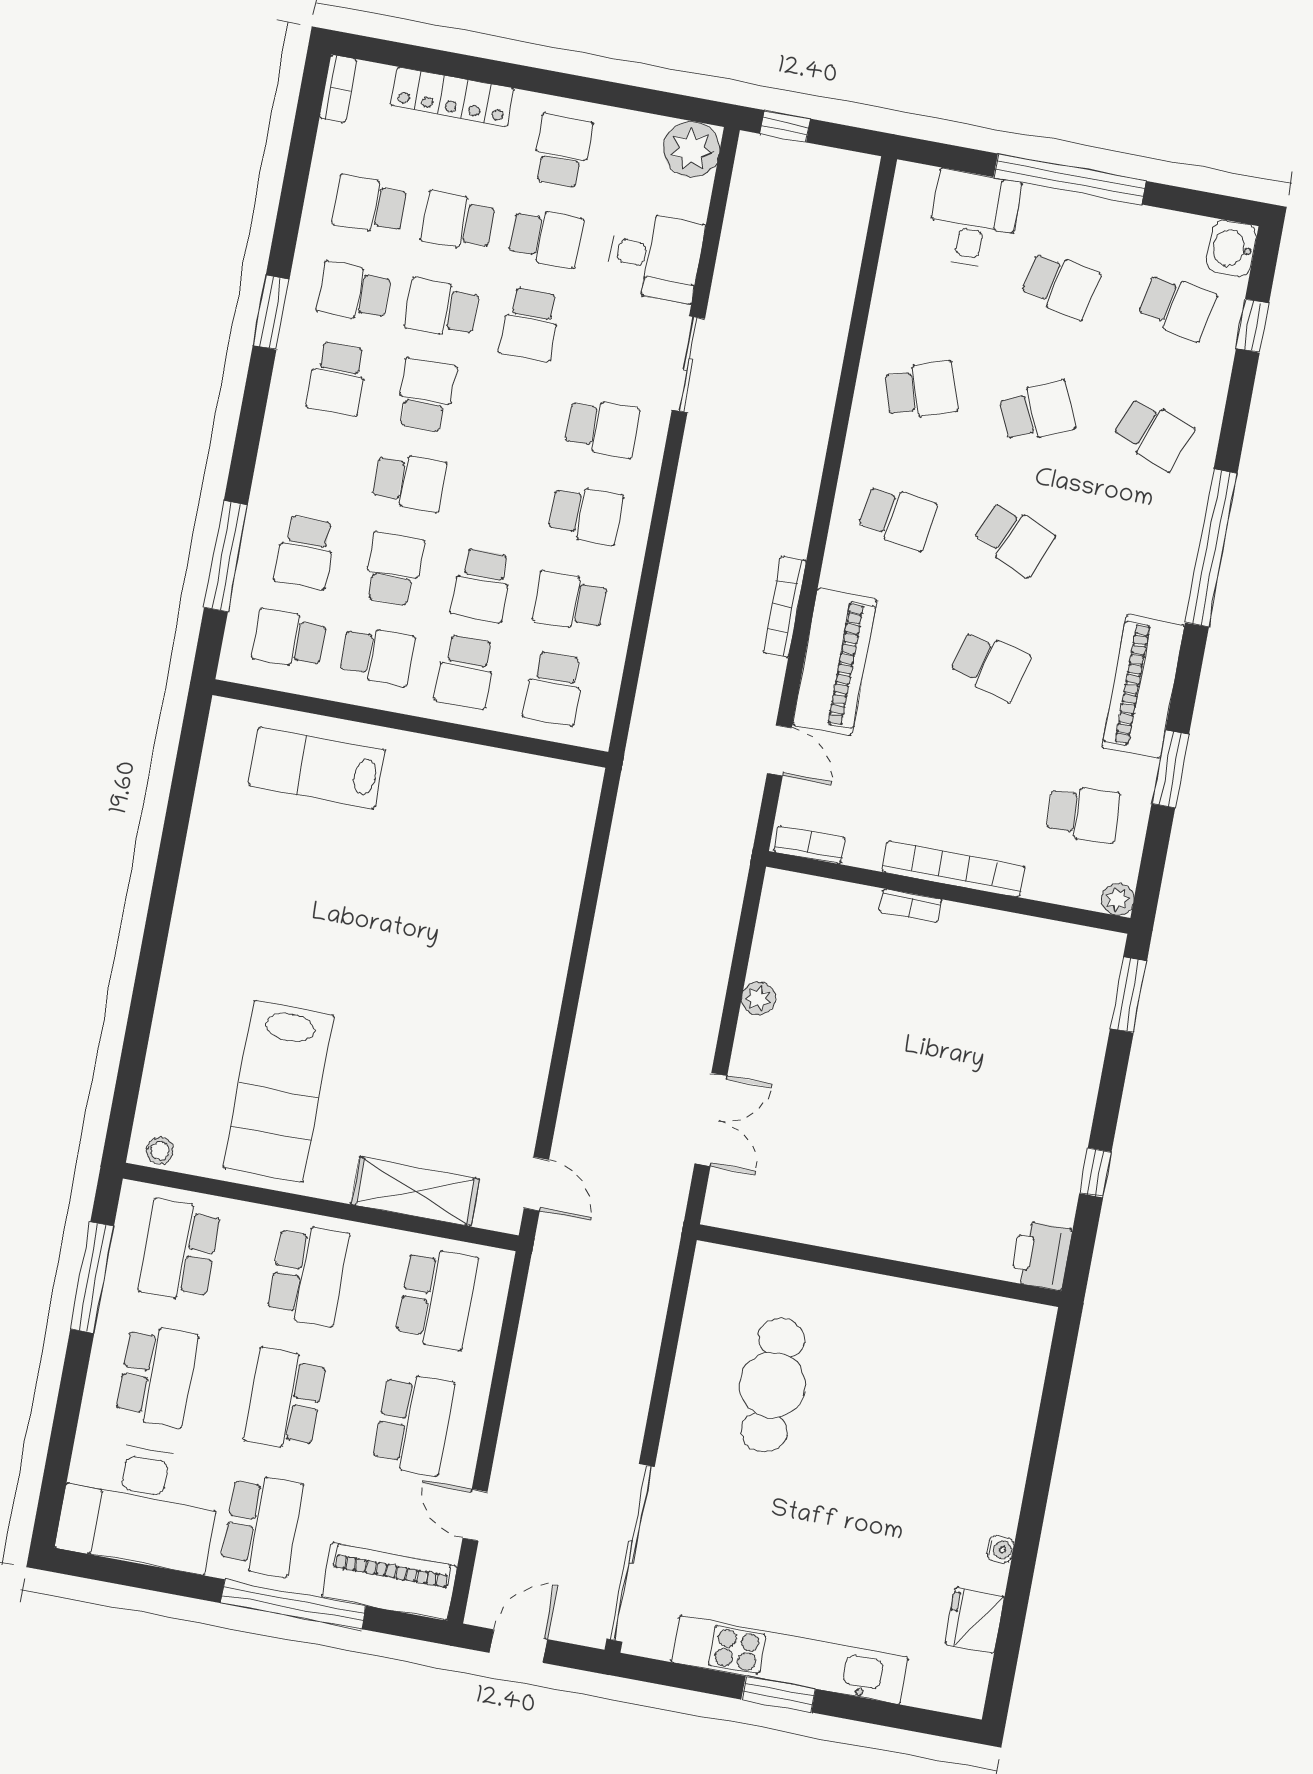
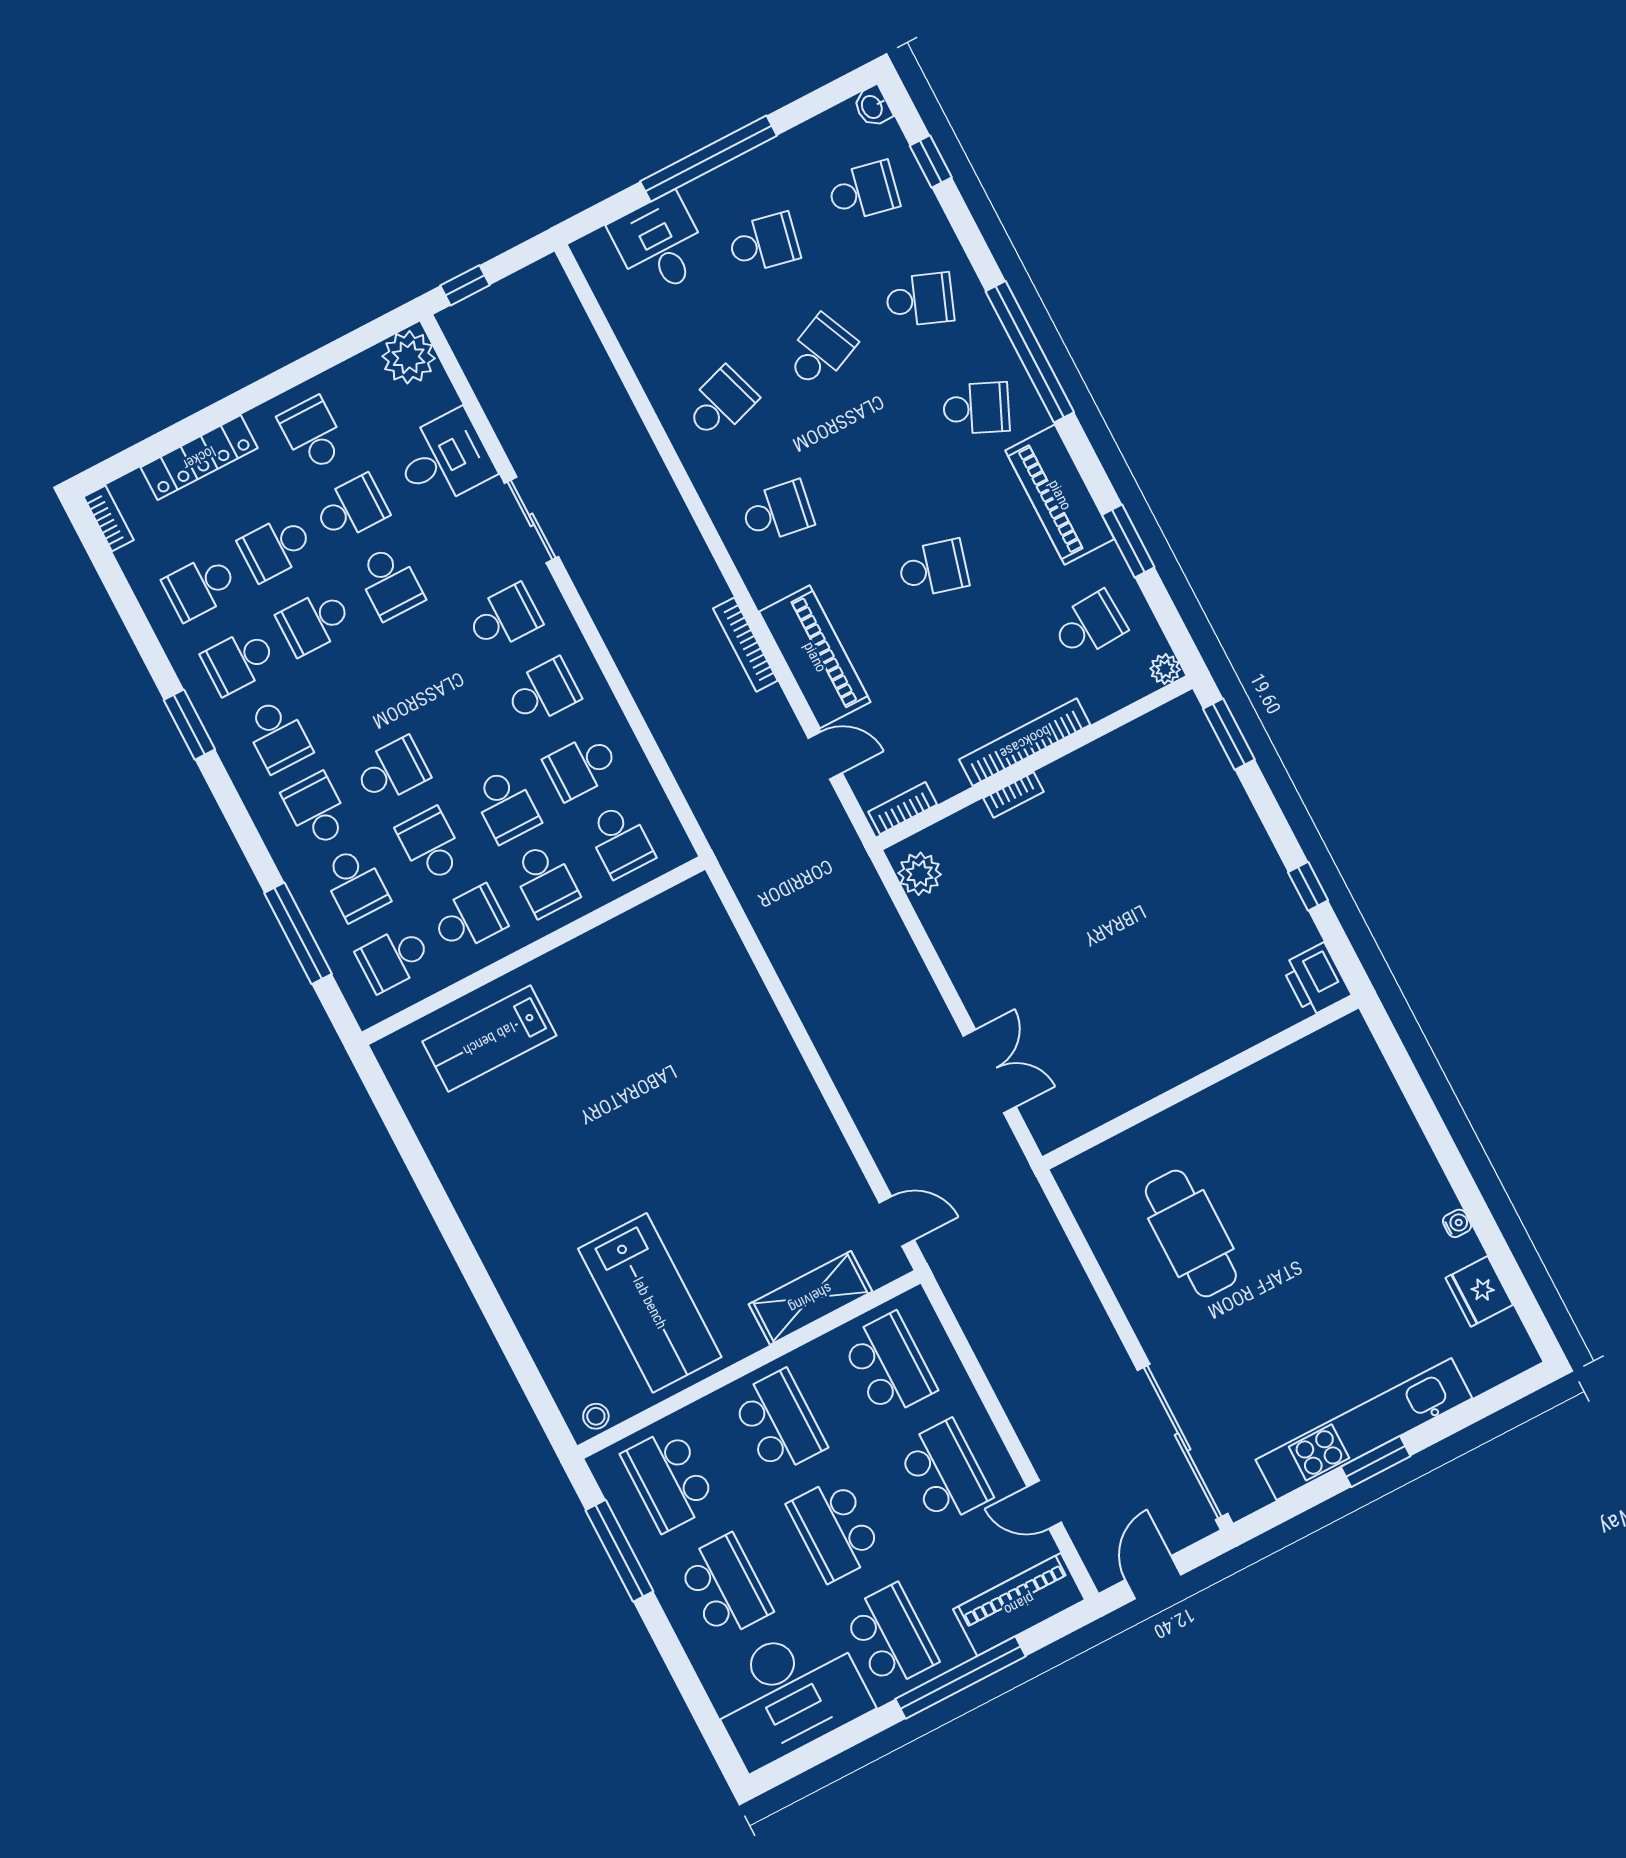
washbasin: (1232, 248) -> (873, 107), width x0.72, depth x0.69
school desk: (426, 395) -> (316, 810), moved
school desk: (1014, 539) -> (976, 408), moved
plant: (758, 998) -> (920, 874), moved, width x1.38, depth x1.38

